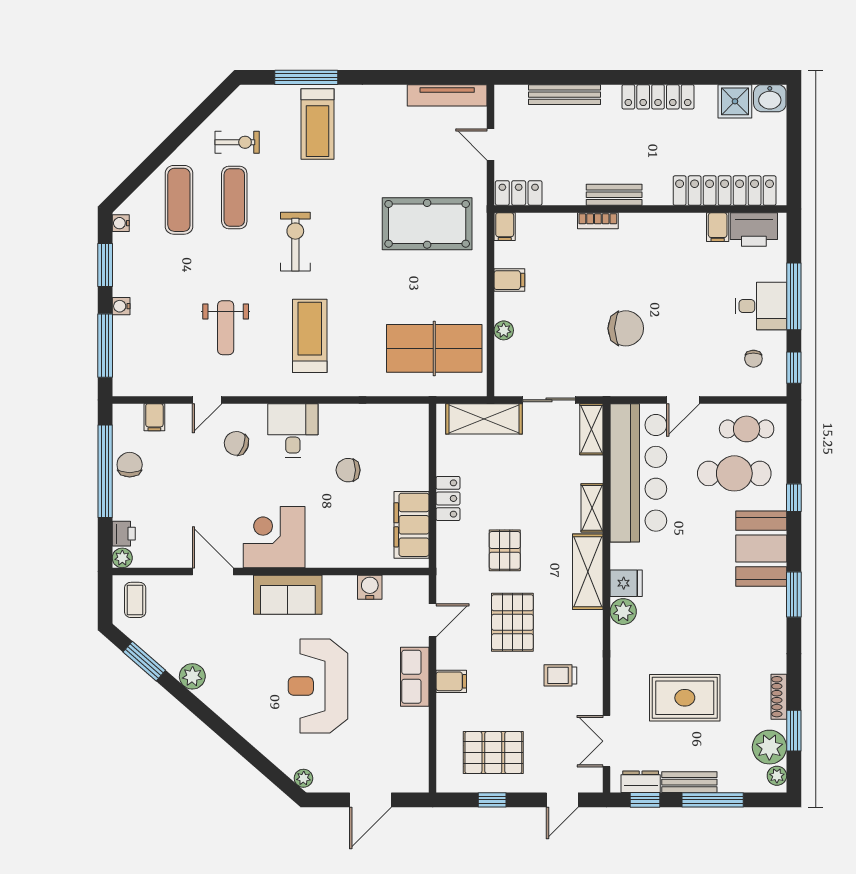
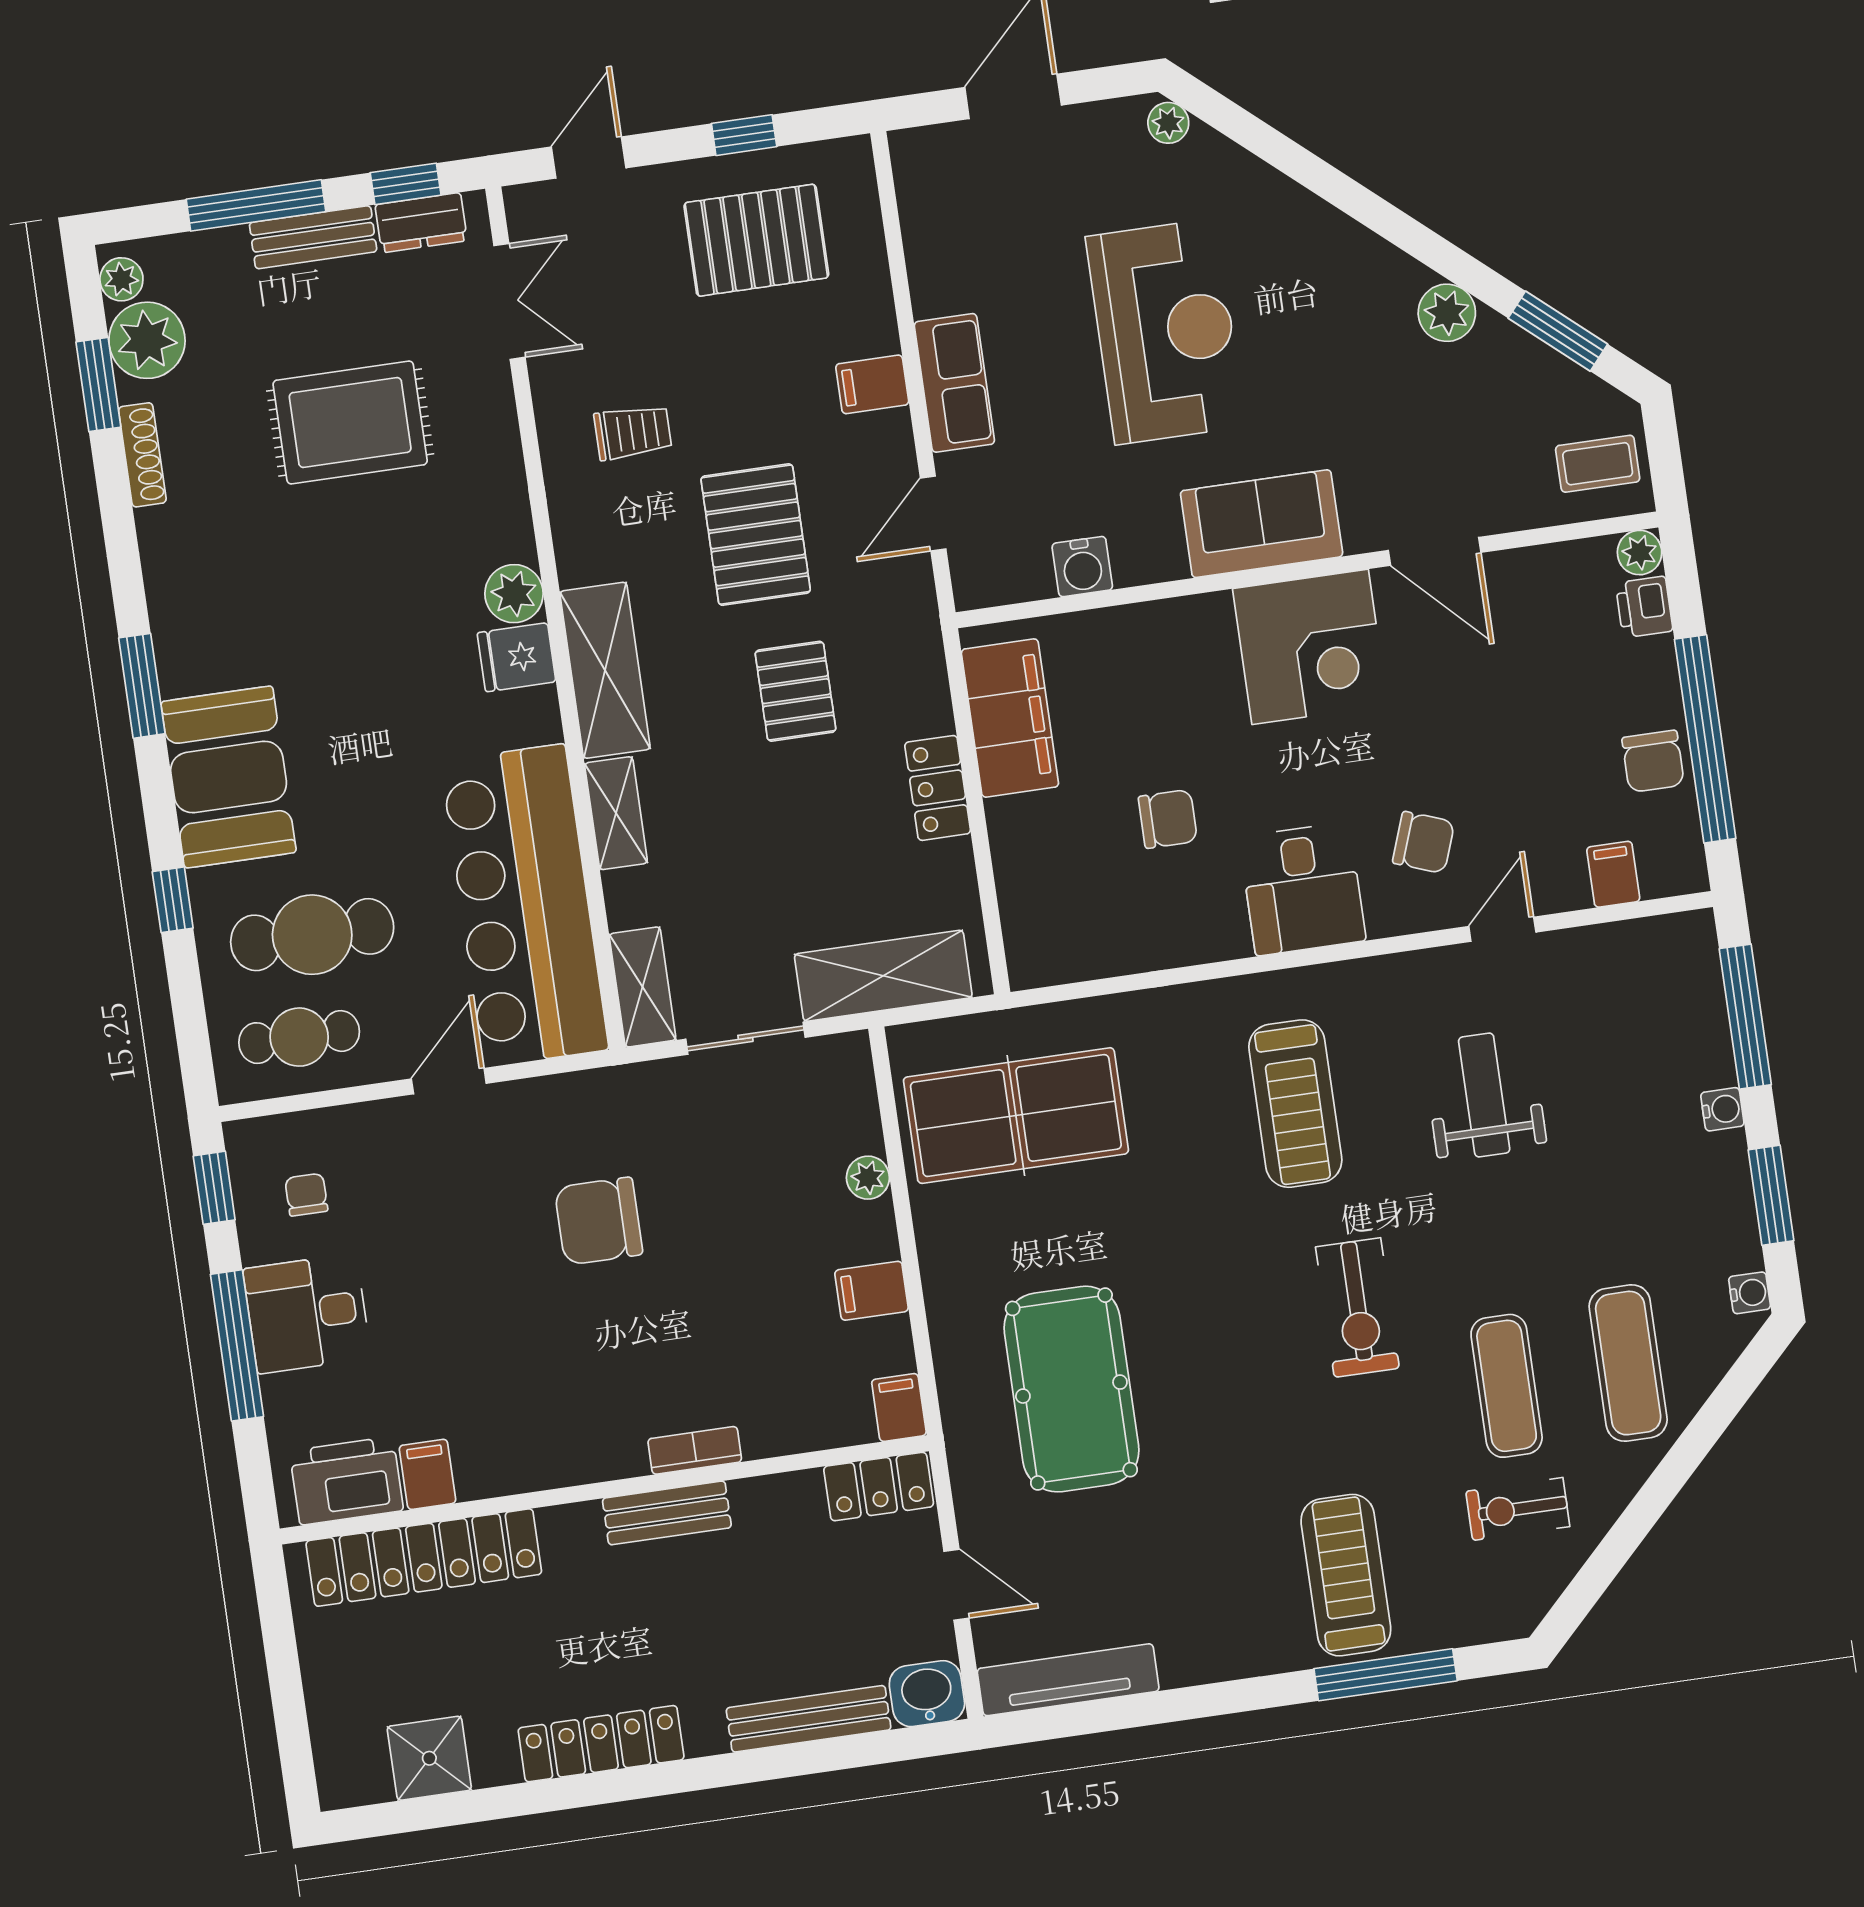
washbasin: (770, 98) -> (927, 1694), moved
pool table: (427, 224) -> (1071, 1389), turned 90
coffee table: (135, 600) -> (1598, 464), turned 90

